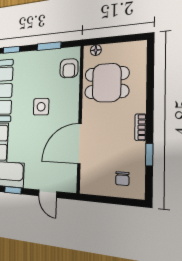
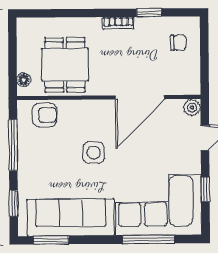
window: (49, 46) -> (13, 145), width x1.44
door: (79, 144) -> (140, 97), hinge flipped
plant: (70, 186) -> (192, 108), added

